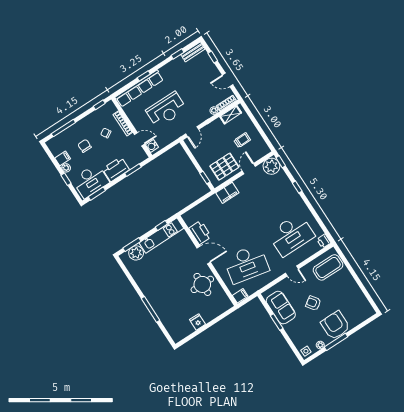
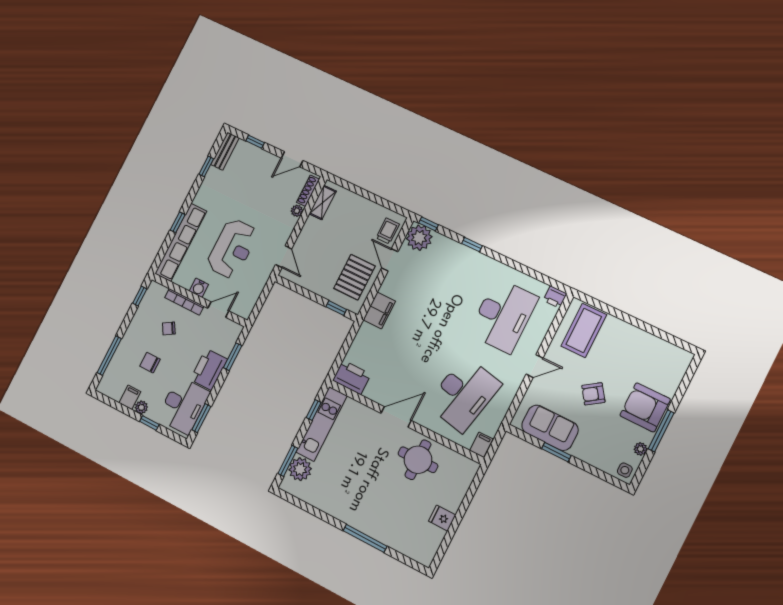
trolley: (242, 140) -> (388, 231), moved
water cooler: (152, 146) -> (199, 288), moved
printer: (200, 233) -> (352, 377), moved

